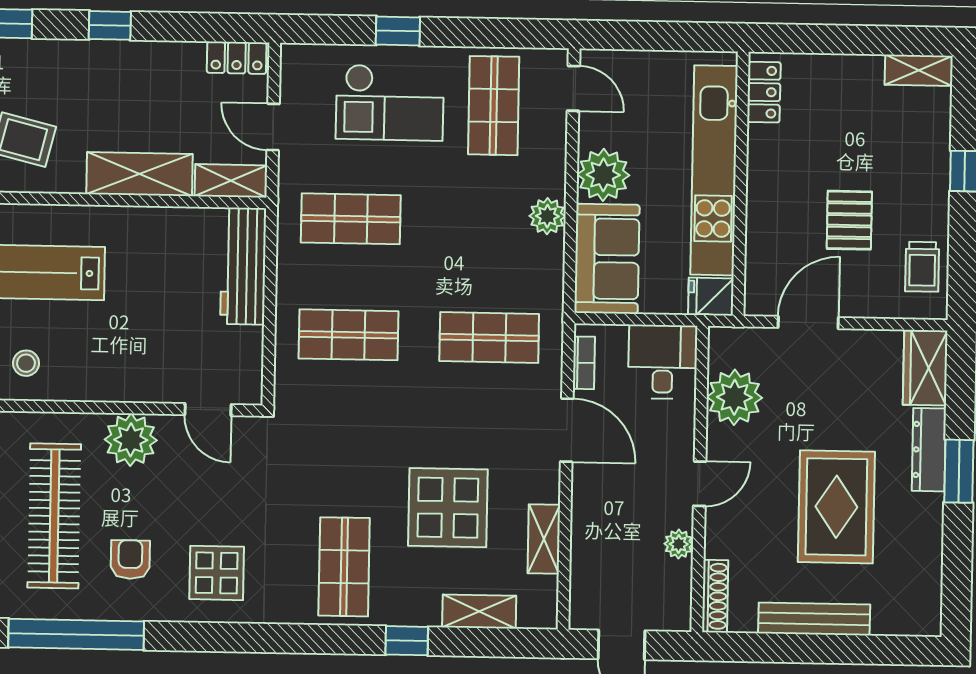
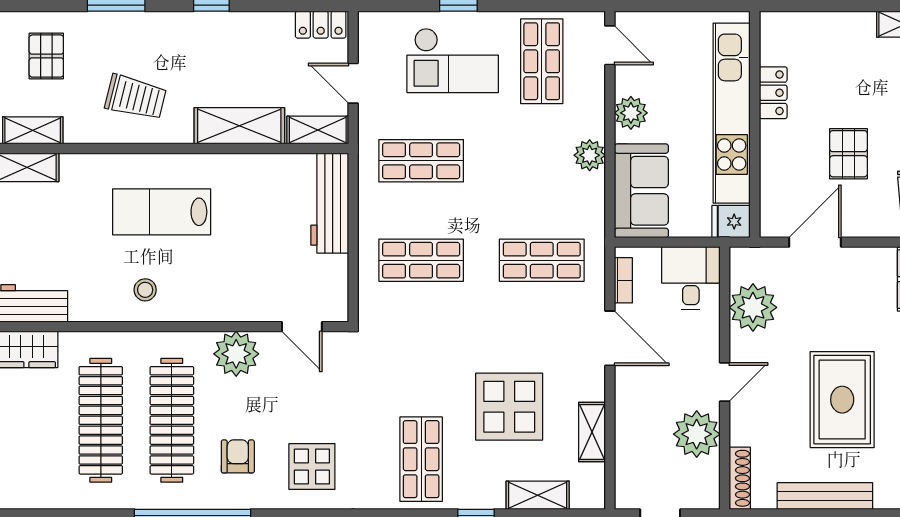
locker: (764, 92) -> (773, 93), moved
plant: (603, 175) -> (631, 113), width x0.73, depth x0.73
plant: (679, 544) -> (697, 434), width x1.88, depth x1.88

